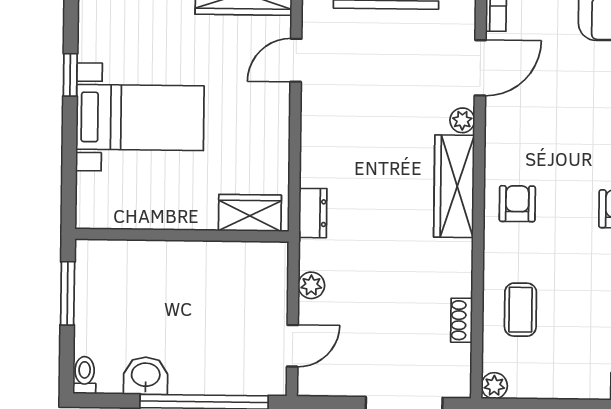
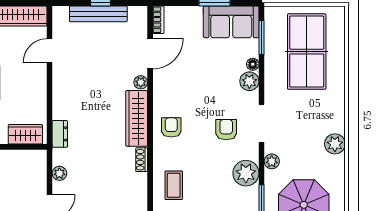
shoe rack: (462, 320) -> (142, 160), moved

